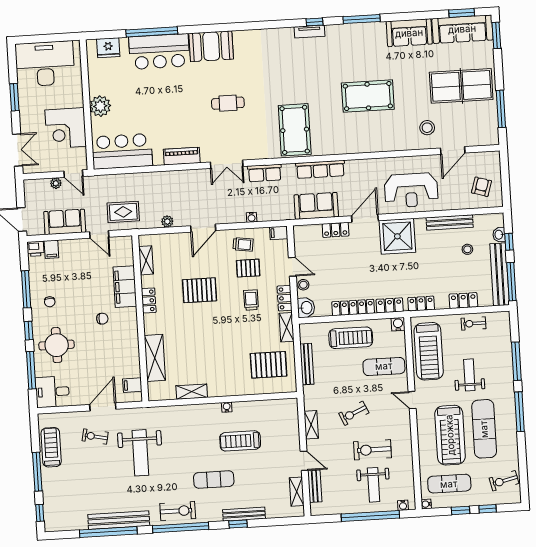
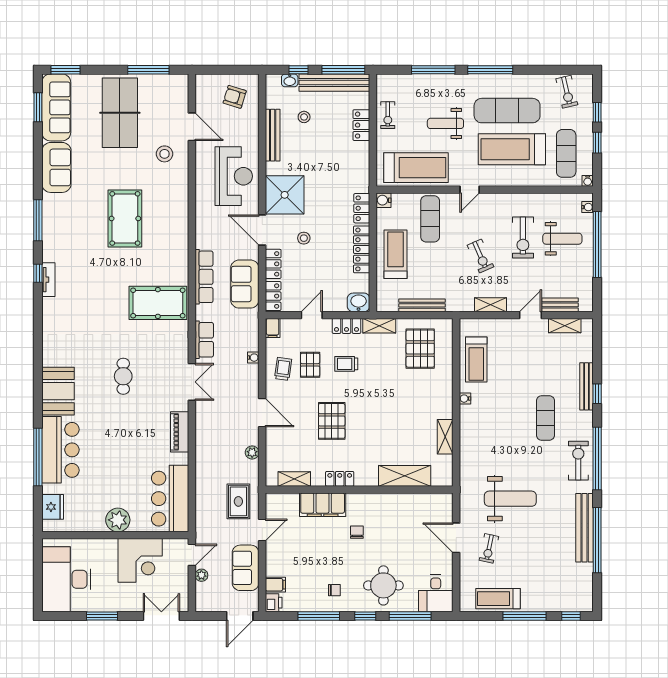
stool: (303, 285) -> (304, 238), moved
locker: (421, 304) -> (273, 296), moved, turned 180
filing cabinet: (132, 385) -> (434, 503), removed
treadmill: (450, 435) -> (512, 149), turned 180
treadmill: (240, 441) -> (476, 359), moved

